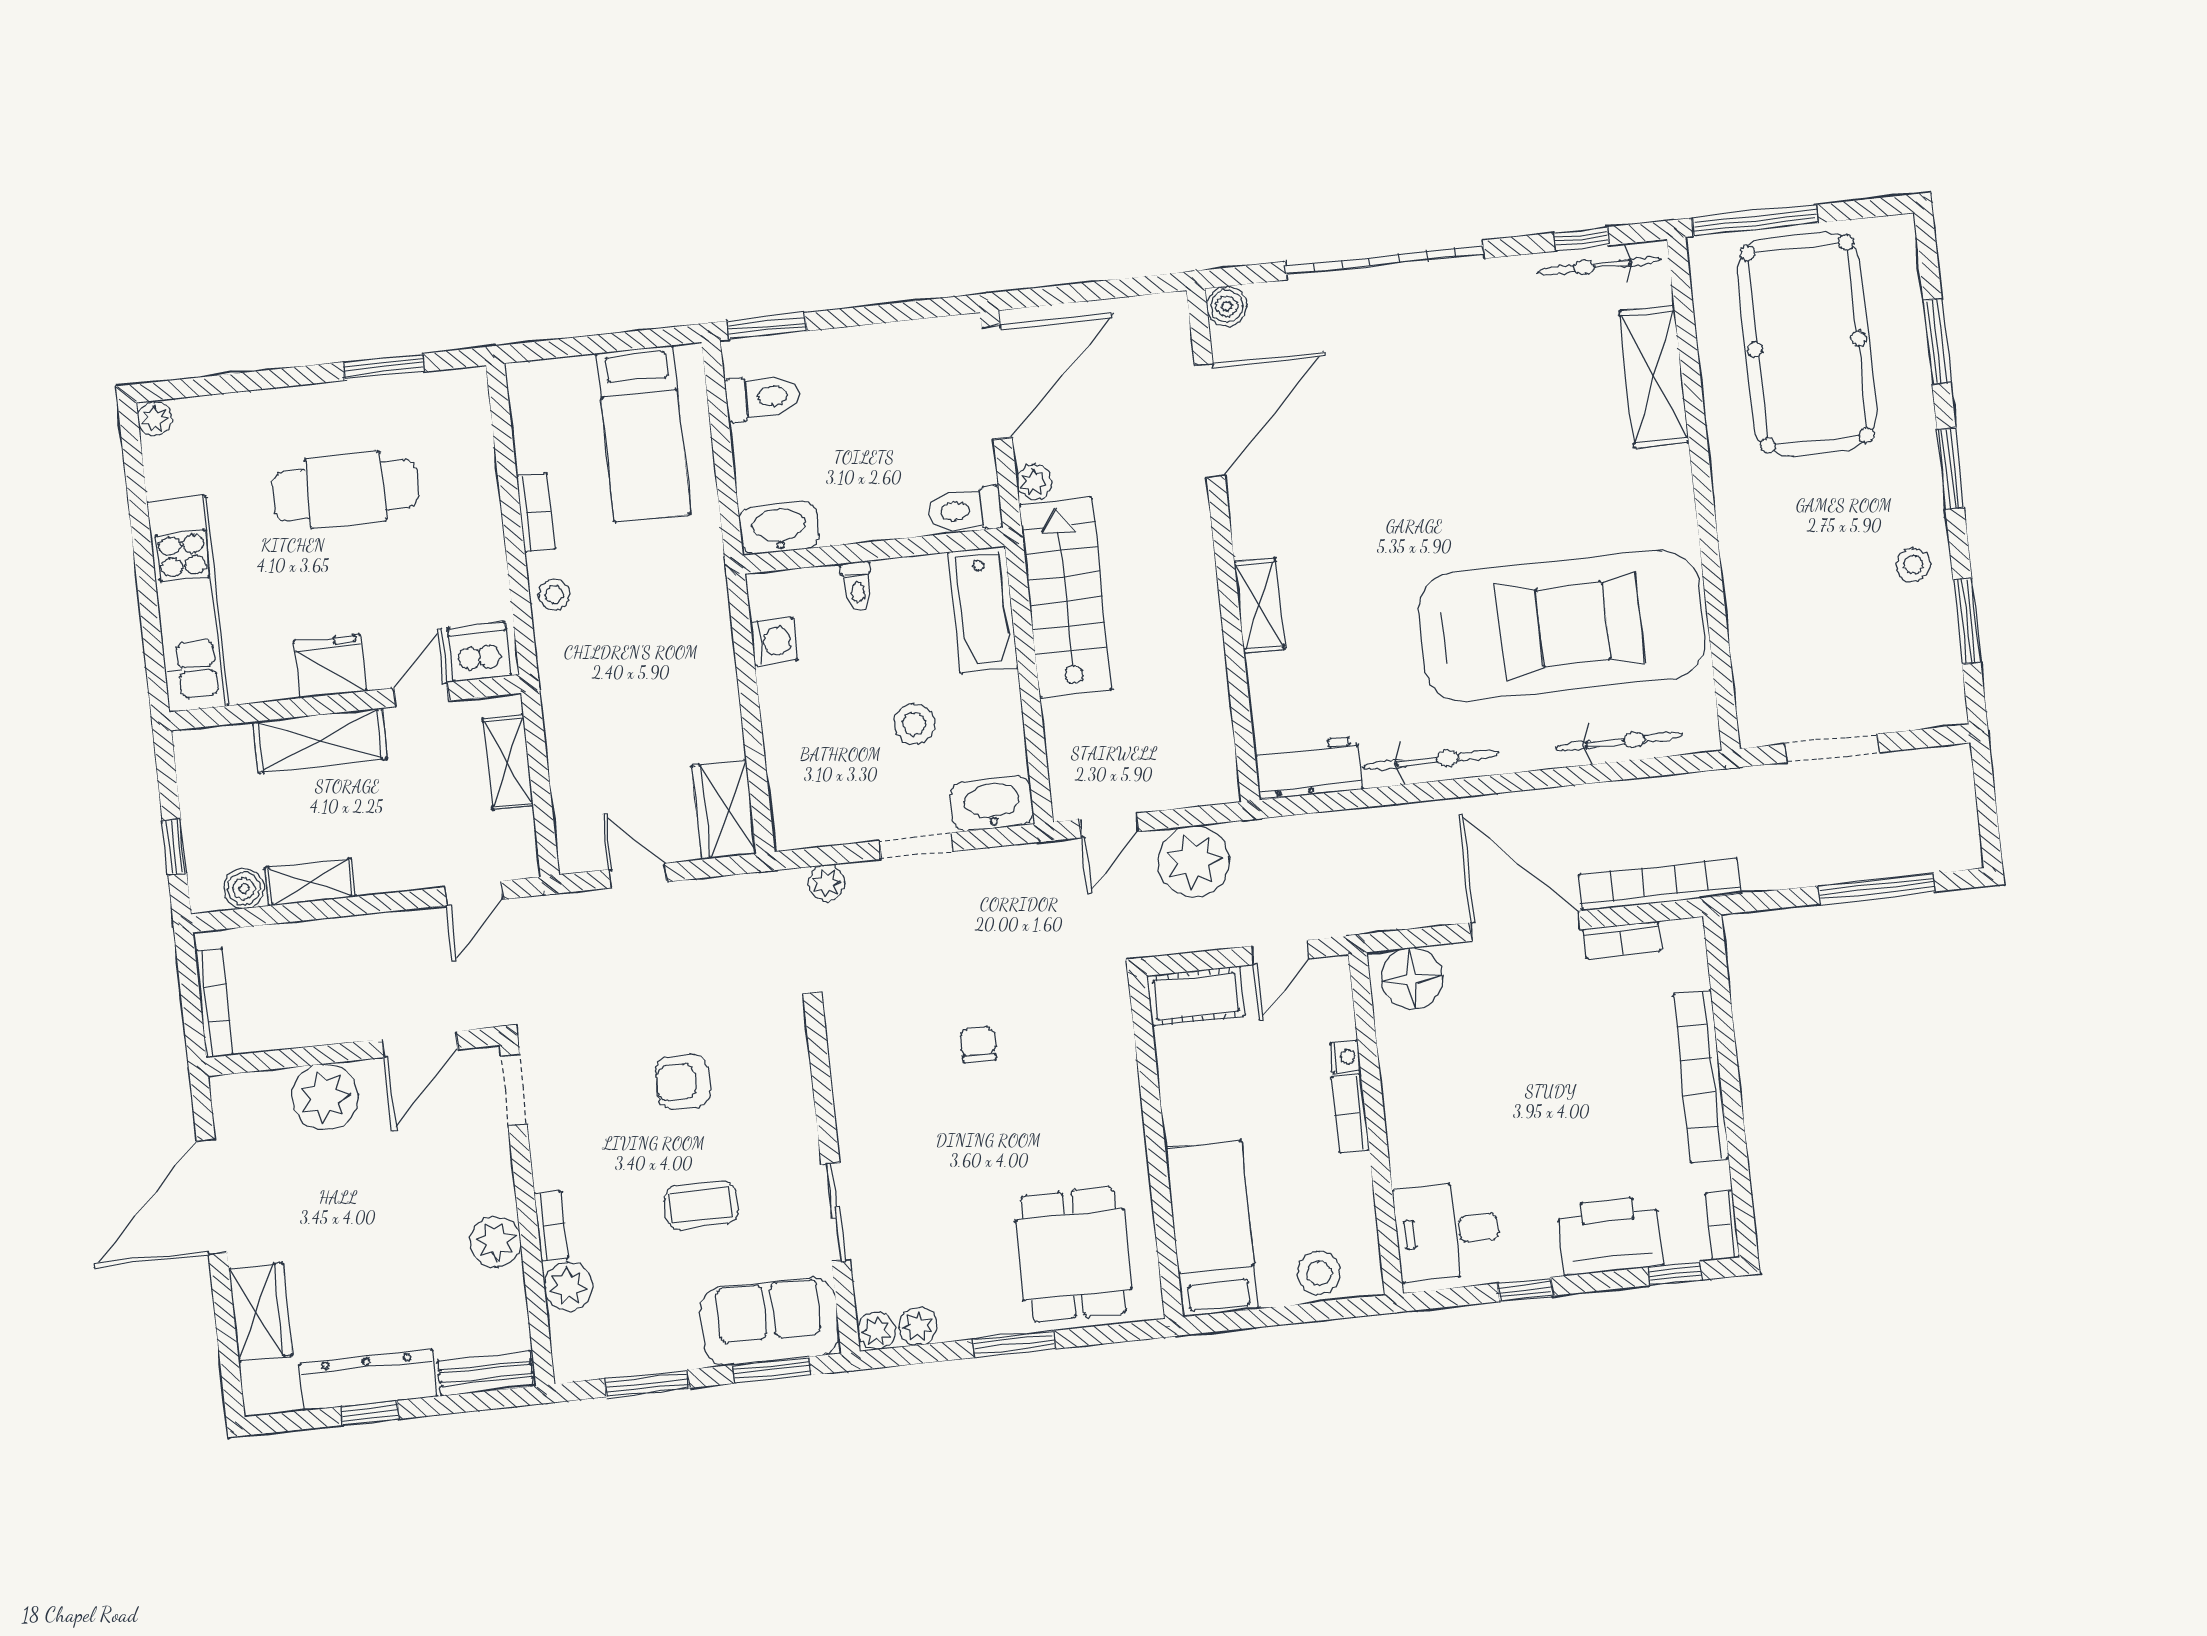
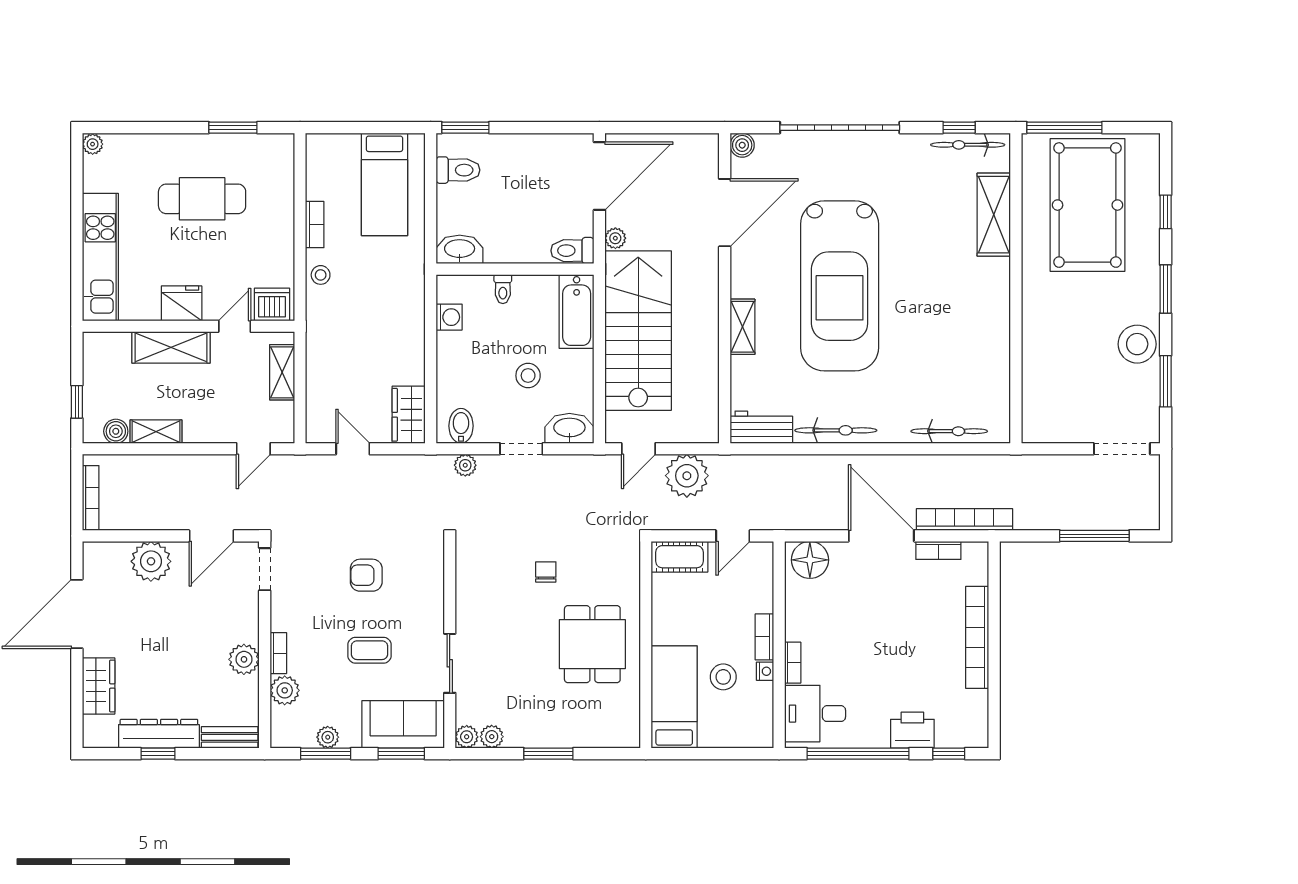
window: (1937, 342) -> (1166, 212), width x0.67
stool: (1913, 565) -> (1137, 344), width x1.89, depth x1.89
stairs: (1066, 597) -> (638, 331), width x1.36, depth x1.51
car: (1562, 626) -> (840, 286), moved, turned 90
doorway: (1832, 748) -> (1122, 449), moved
bidet: (812, 819) -> (461, 426), added
nightstand: (1345, 1057) -> (765, 671), moved
bookcase: (1723, 1225) -> (793, 663), moved, turned 180
printer: (1610, 1235) -> (912, 730), width x0.73, depth x0.84
dining table: (1073, 1255) -> (592, 644), moved
stool: (1319, 1273) -> (723, 677), moved
window: (1525, 1289) -> (858, 754), width x3.17
plant: (647, 1356) -> (328, 737), added

